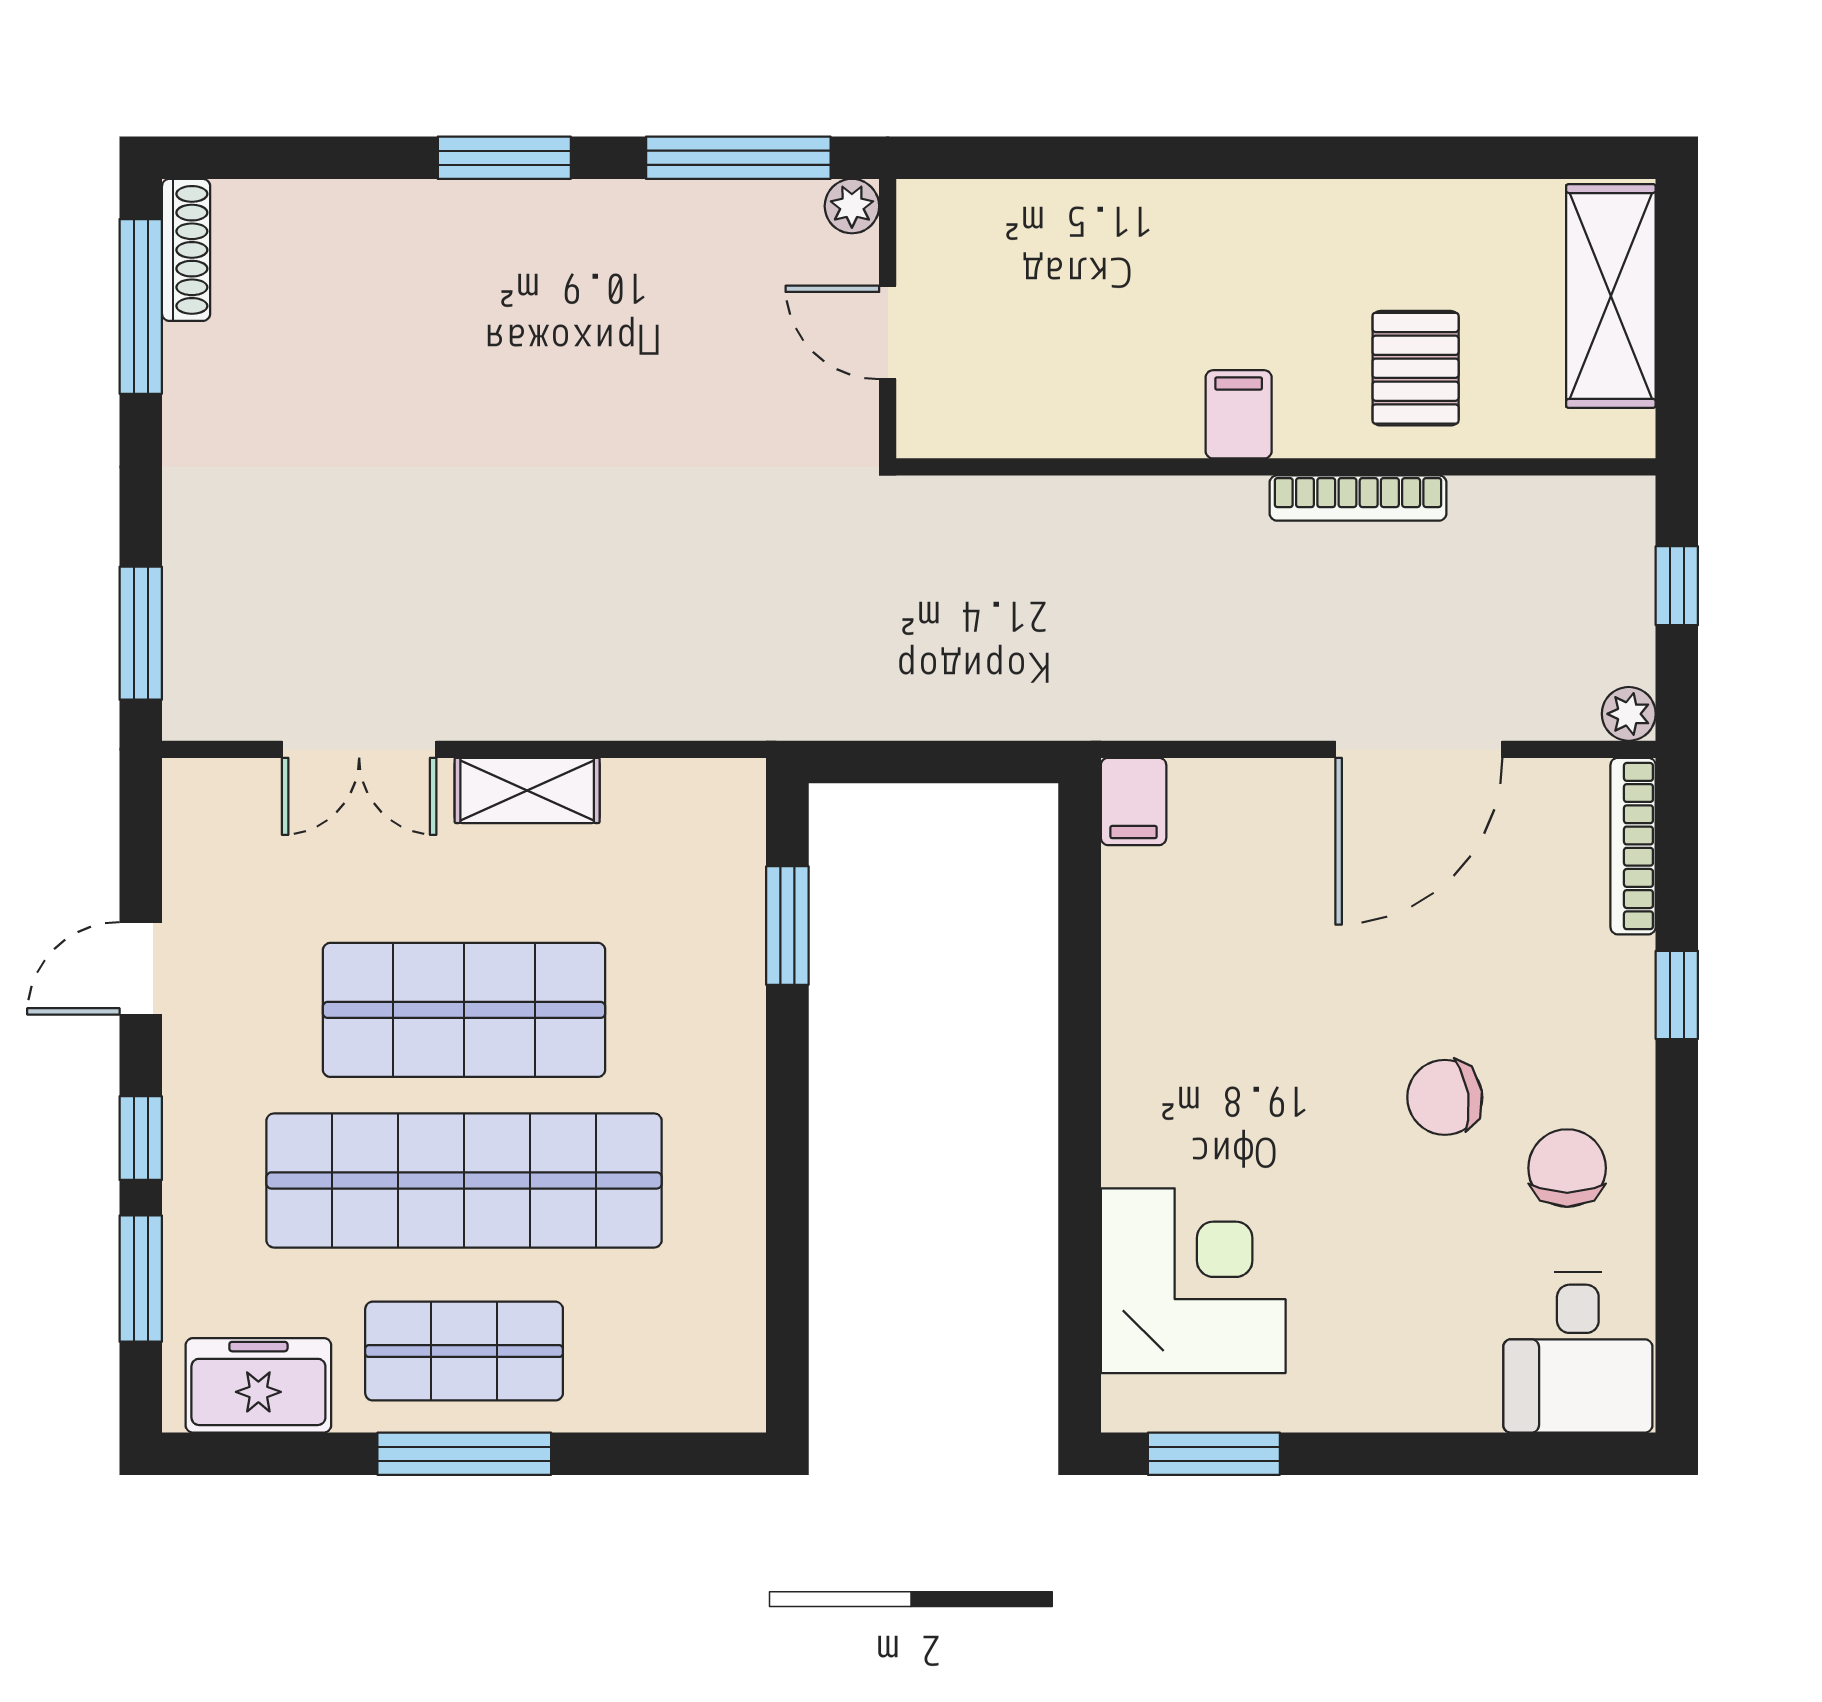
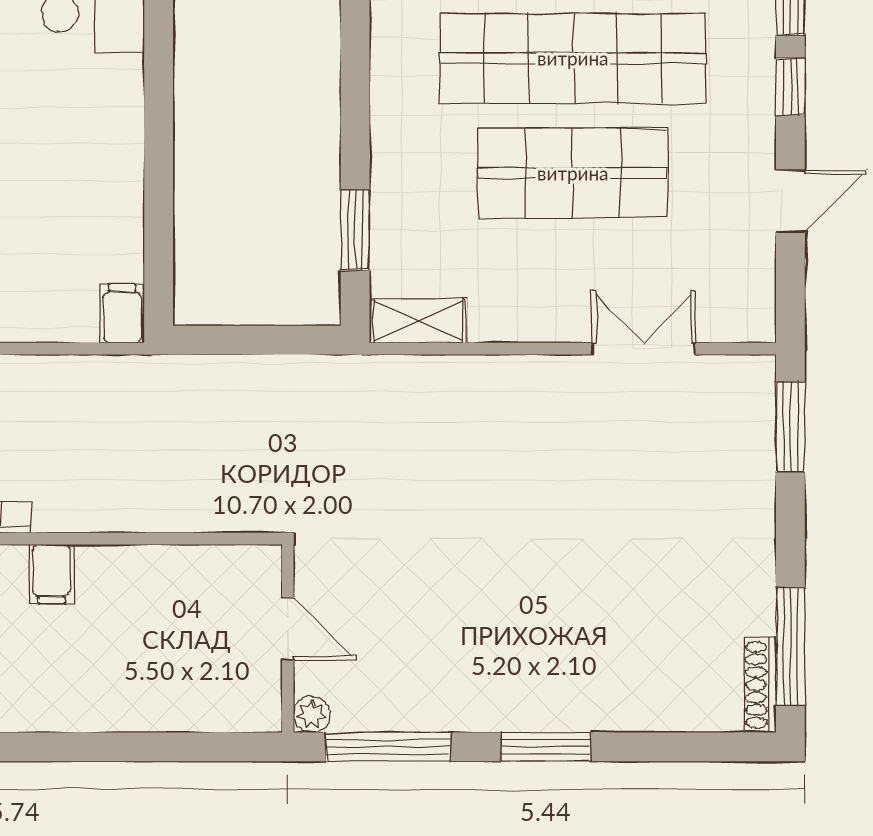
shelving: (527, 790) -> (418, 321), moved

